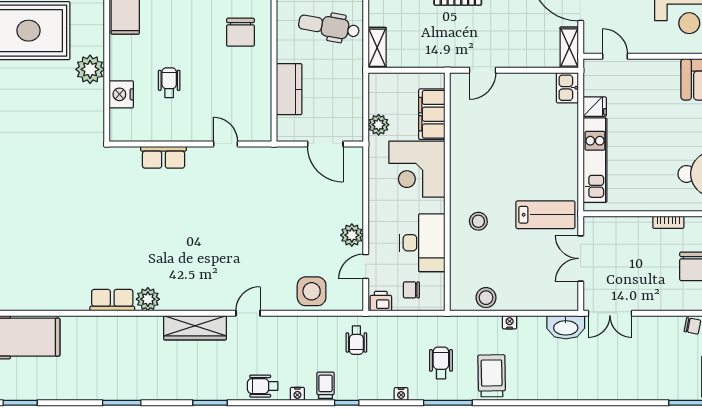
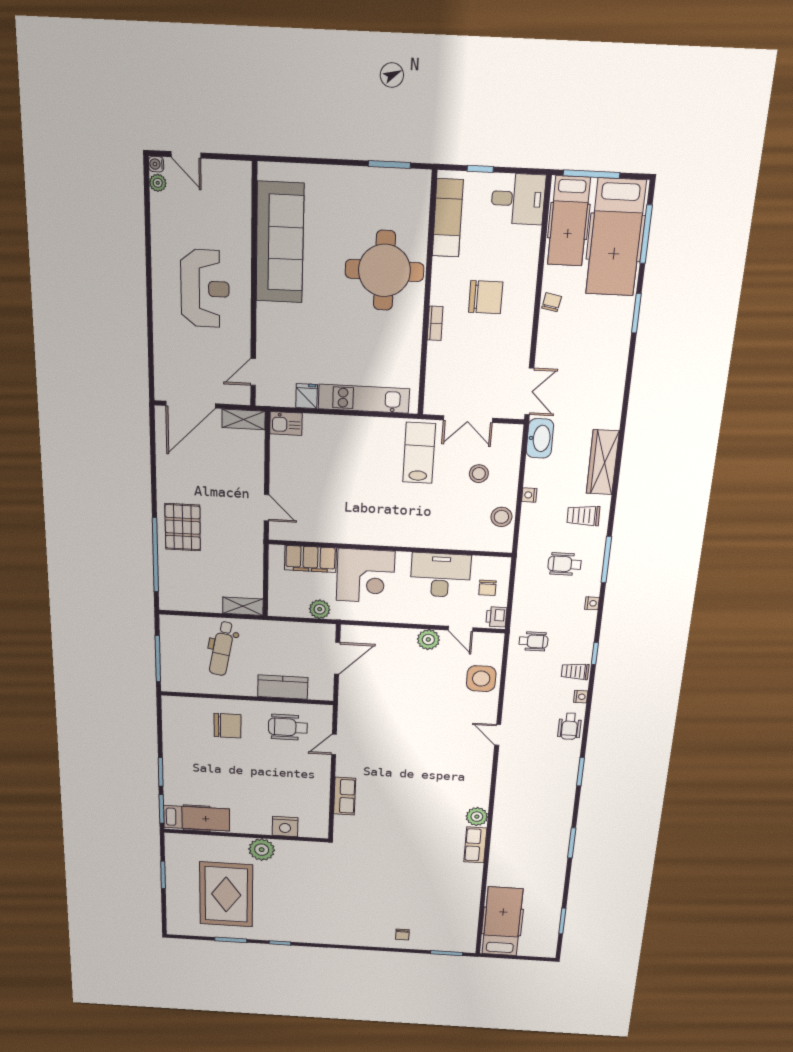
wheelchair: (169, 83) -> (288, 727), moved, width x1.36, depth x1.37
stool: (478, 221) -> (479, 474), moved
wardrobe: (195, 328) -> (603, 462), moved, turned 180
trolley: (492, 376) -> (583, 516), width x0.73, depth x0.72

